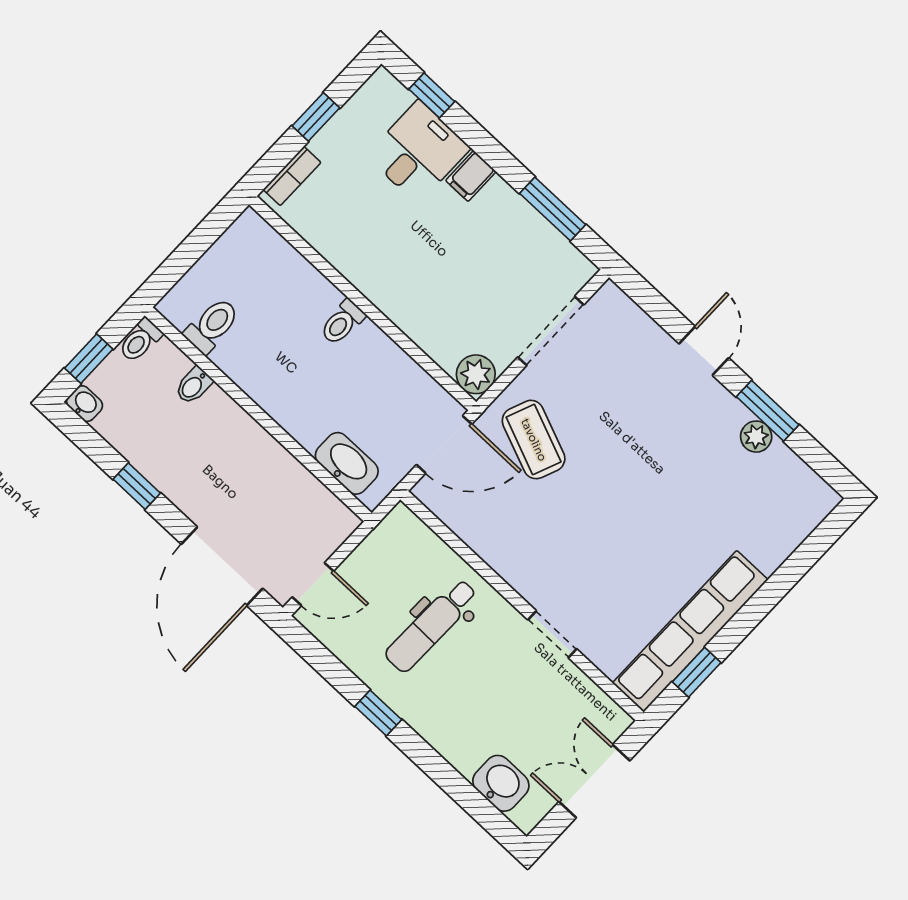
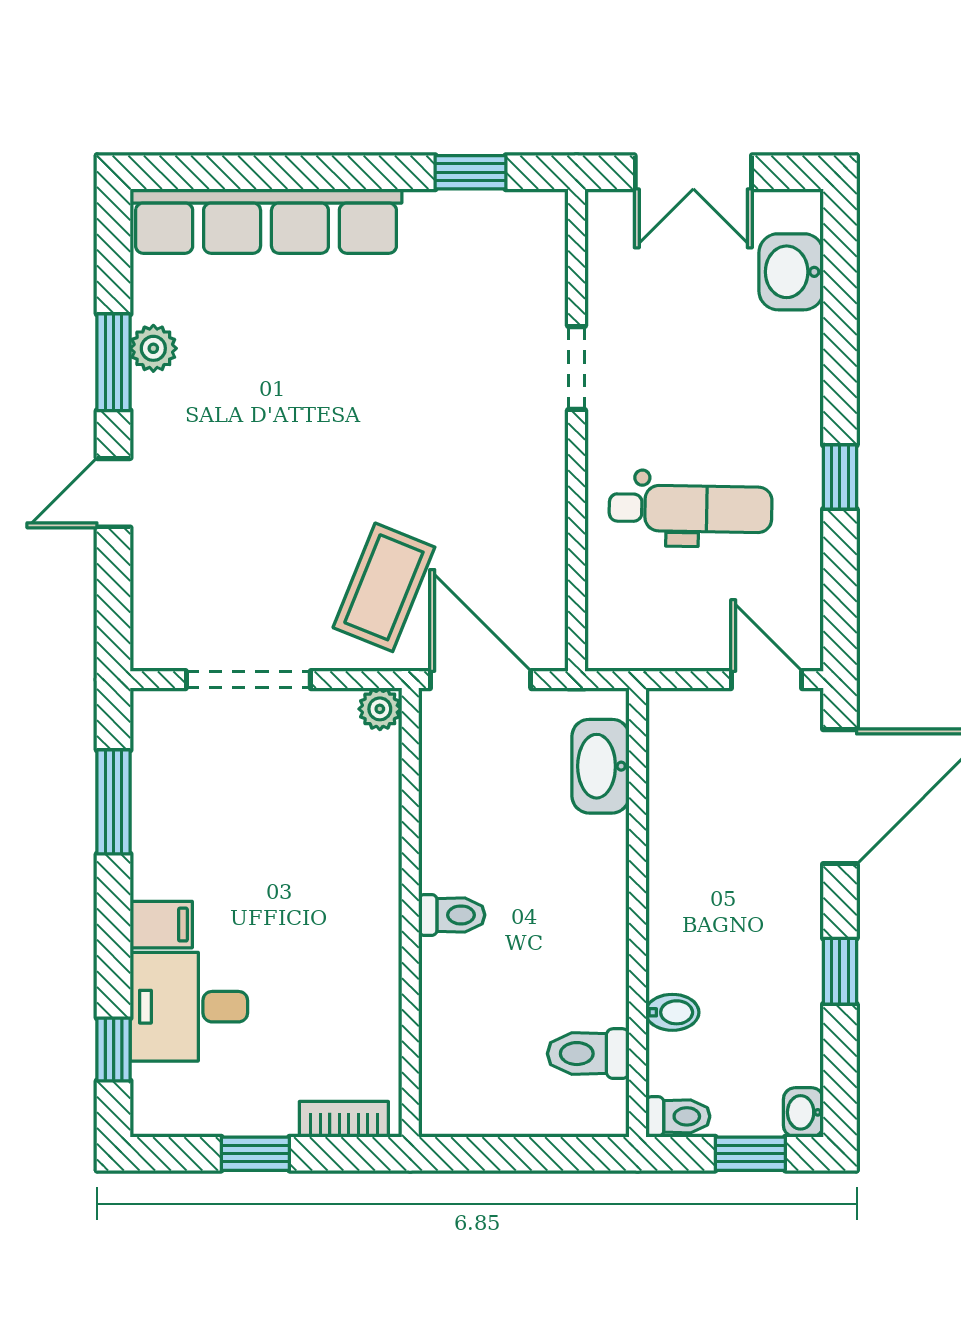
plant: (476, 374) -> (380, 709), width x0.73, depth x0.73
row of seats: (690, 631) -> (266, 221), moved

